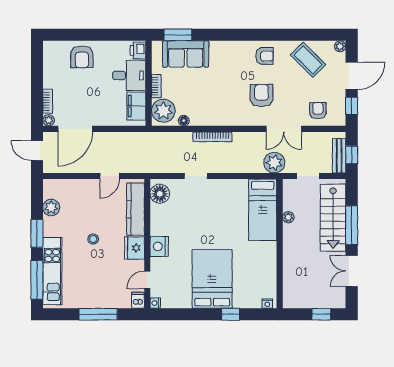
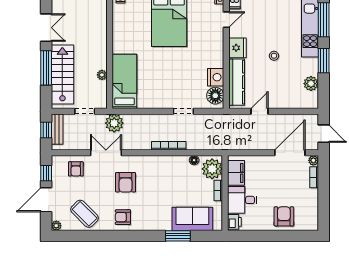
window: (178, 35) -> (178, 236), moved
nightstand: (159, 246) -> (216, 77), moved

